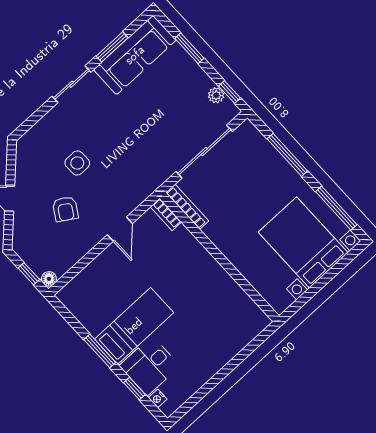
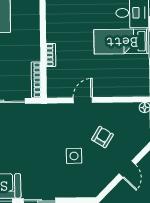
bookcase: (166, 214) -> (51, 55), moved

